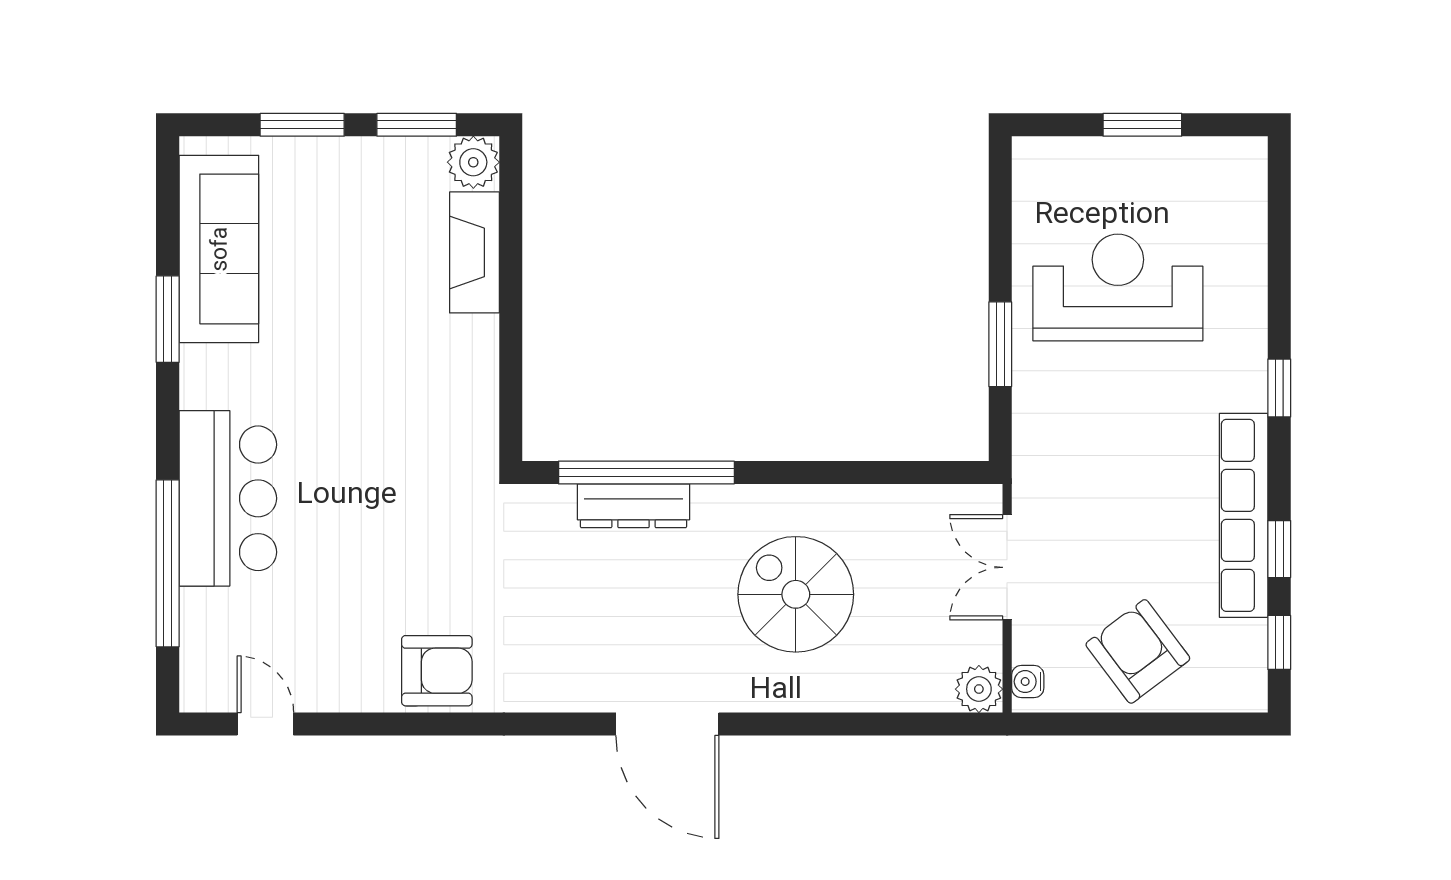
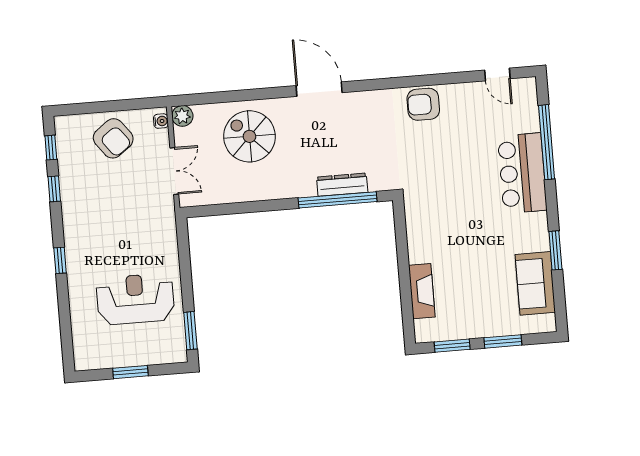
plant: (473, 162) -> (426, 331), removed
sofa: (219, 249) -> (535, 283), width x0.73
reception desk: (1118, 287) -> (135, 299), turned 180
window: (1000, 344) -> (190, 331), moved
row of seats: (1244, 515) -> (71, 203), removed
spiral stairs: (796, 594) -> (249, 136), moved, turned 180

